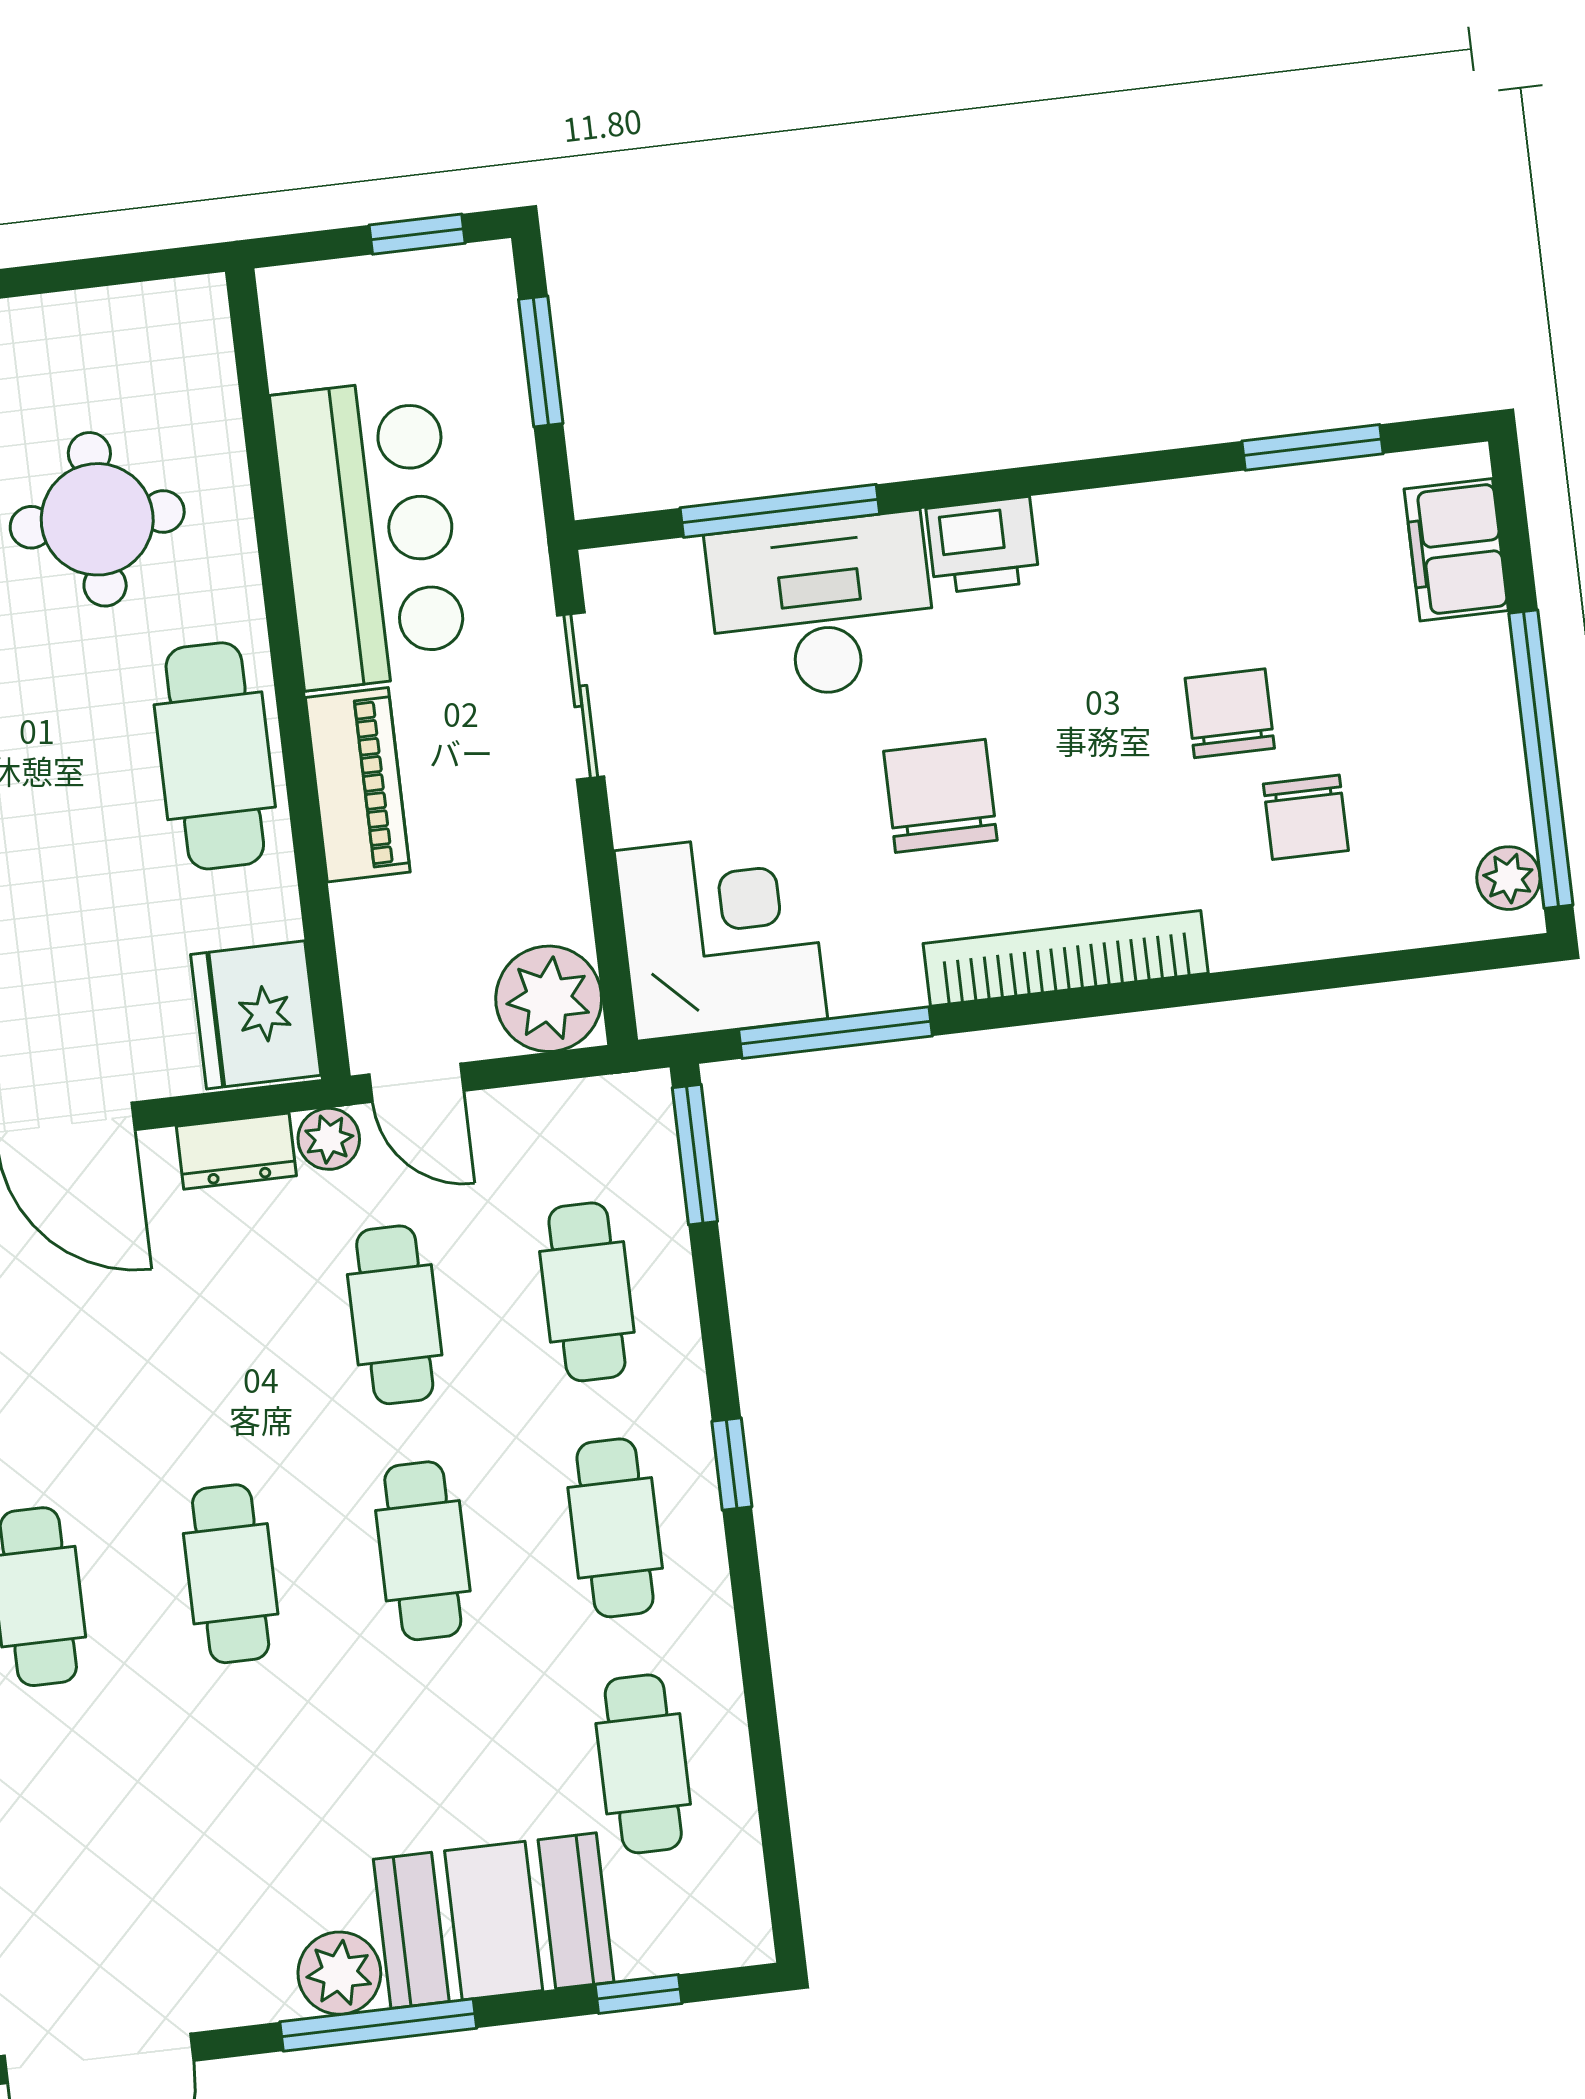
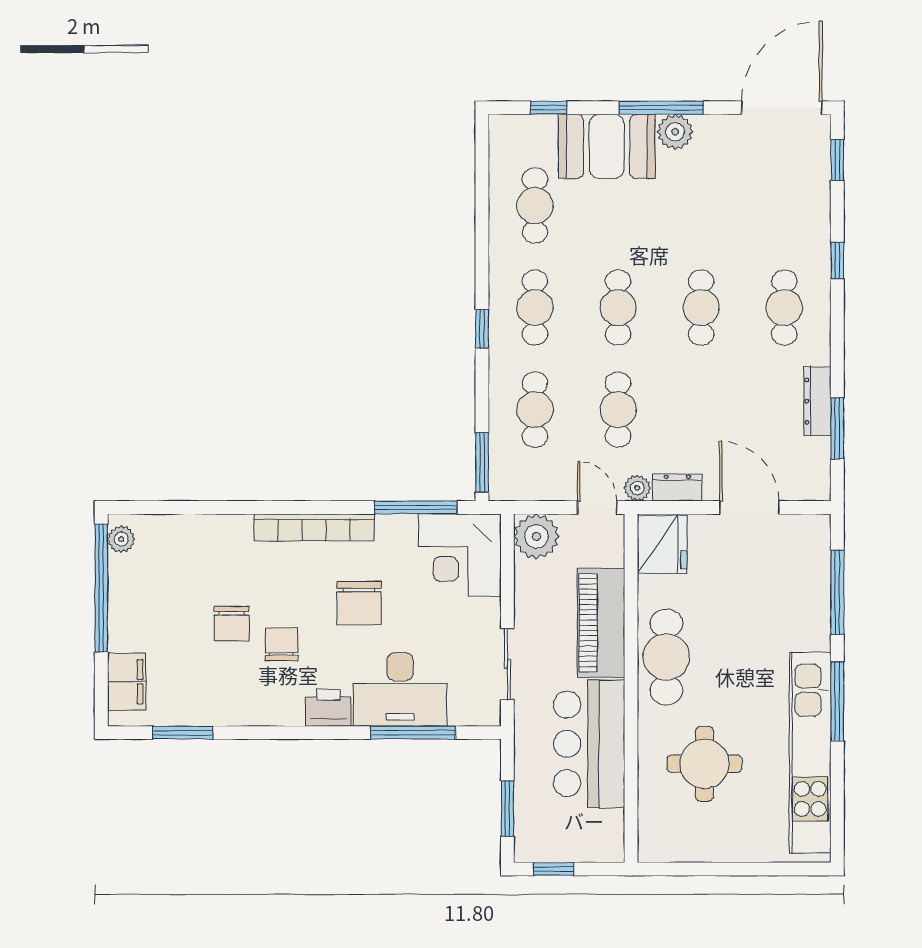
piano: (358, 785) -> (601, 623), width x1.37, depth x1.33
chair: (1306, 817) -> (281, 644), moved

